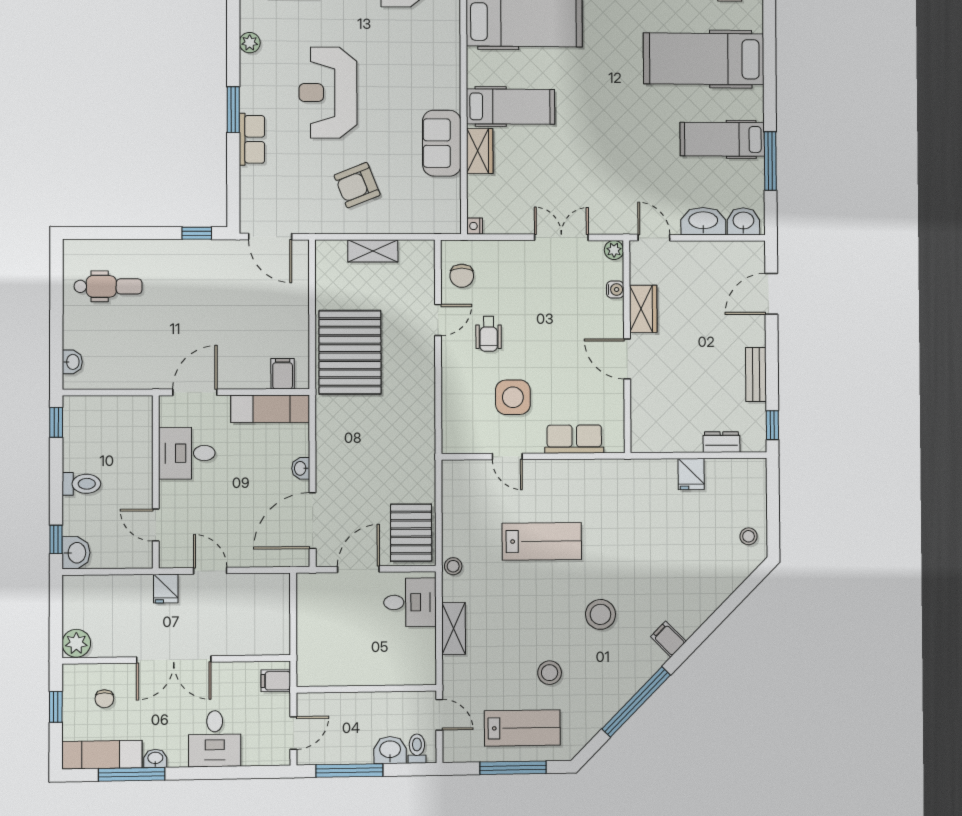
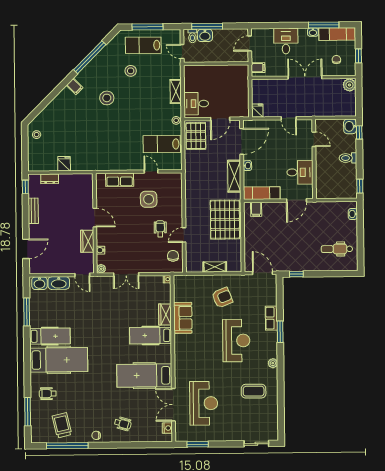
hospital bed: (722, 139) -> (50, 336), moved
shelving: (329, 446) -> (234, 176), added
lab bench: (542, 541) -> (162, 144), moved
fridge: (166, 589) -> (257, 111), moved
window: (349, 771) -> (207, 26), moved

